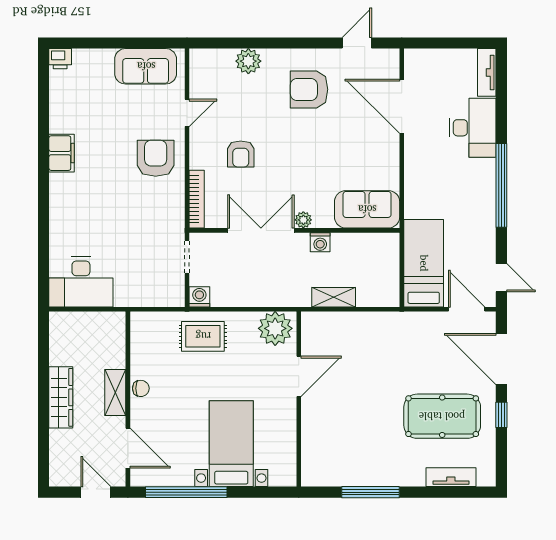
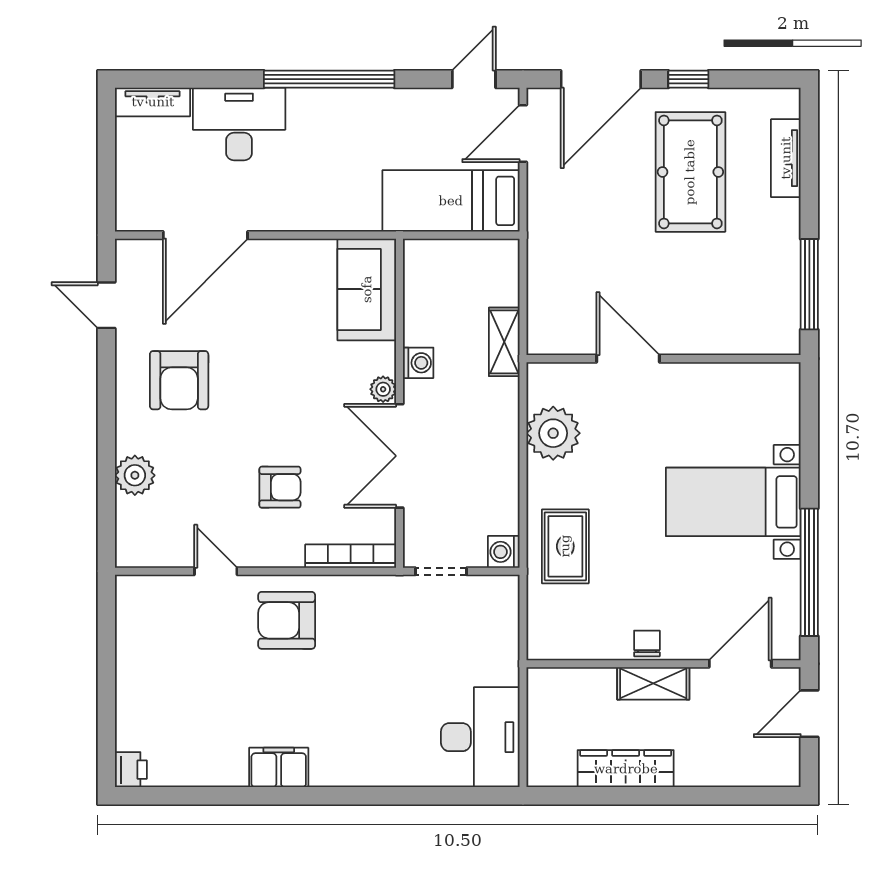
sofa: (146, 66) -> (143, 636), removed
door: (299, 376) -> (628, 359), moved
wardrobe: (61, 397) -> (626, 769), moved
wall: (299, 399) -> (664, 359), moved

